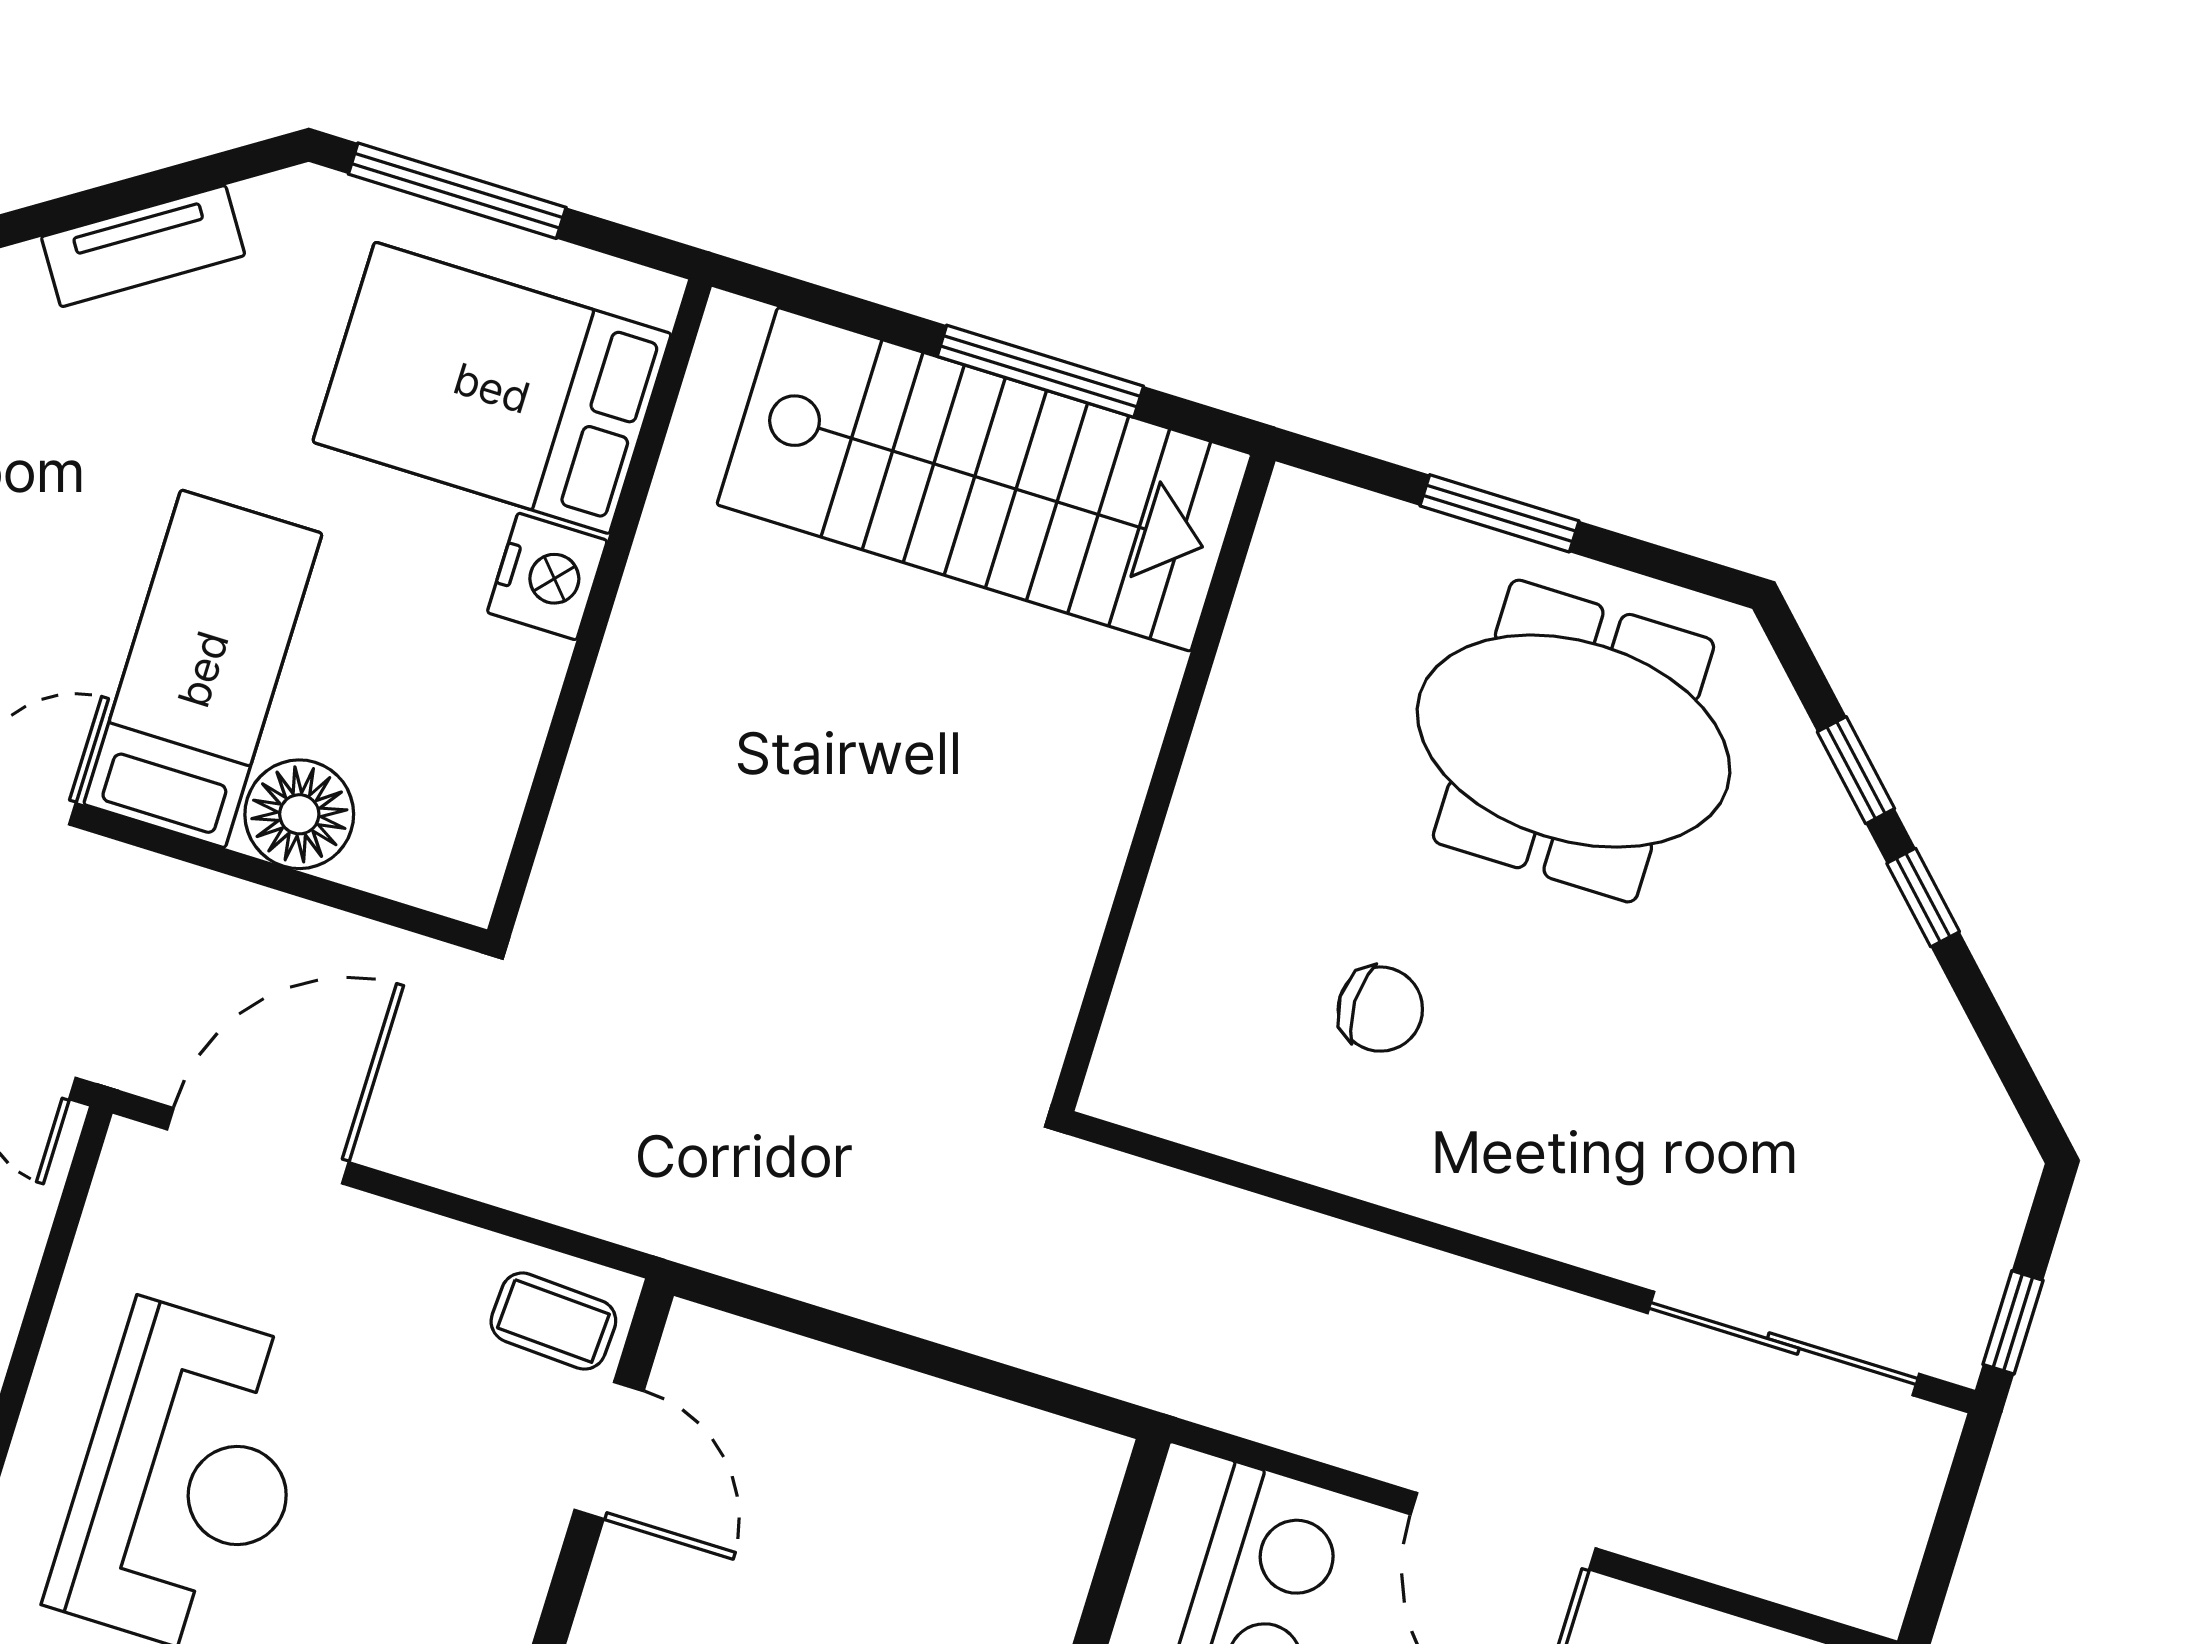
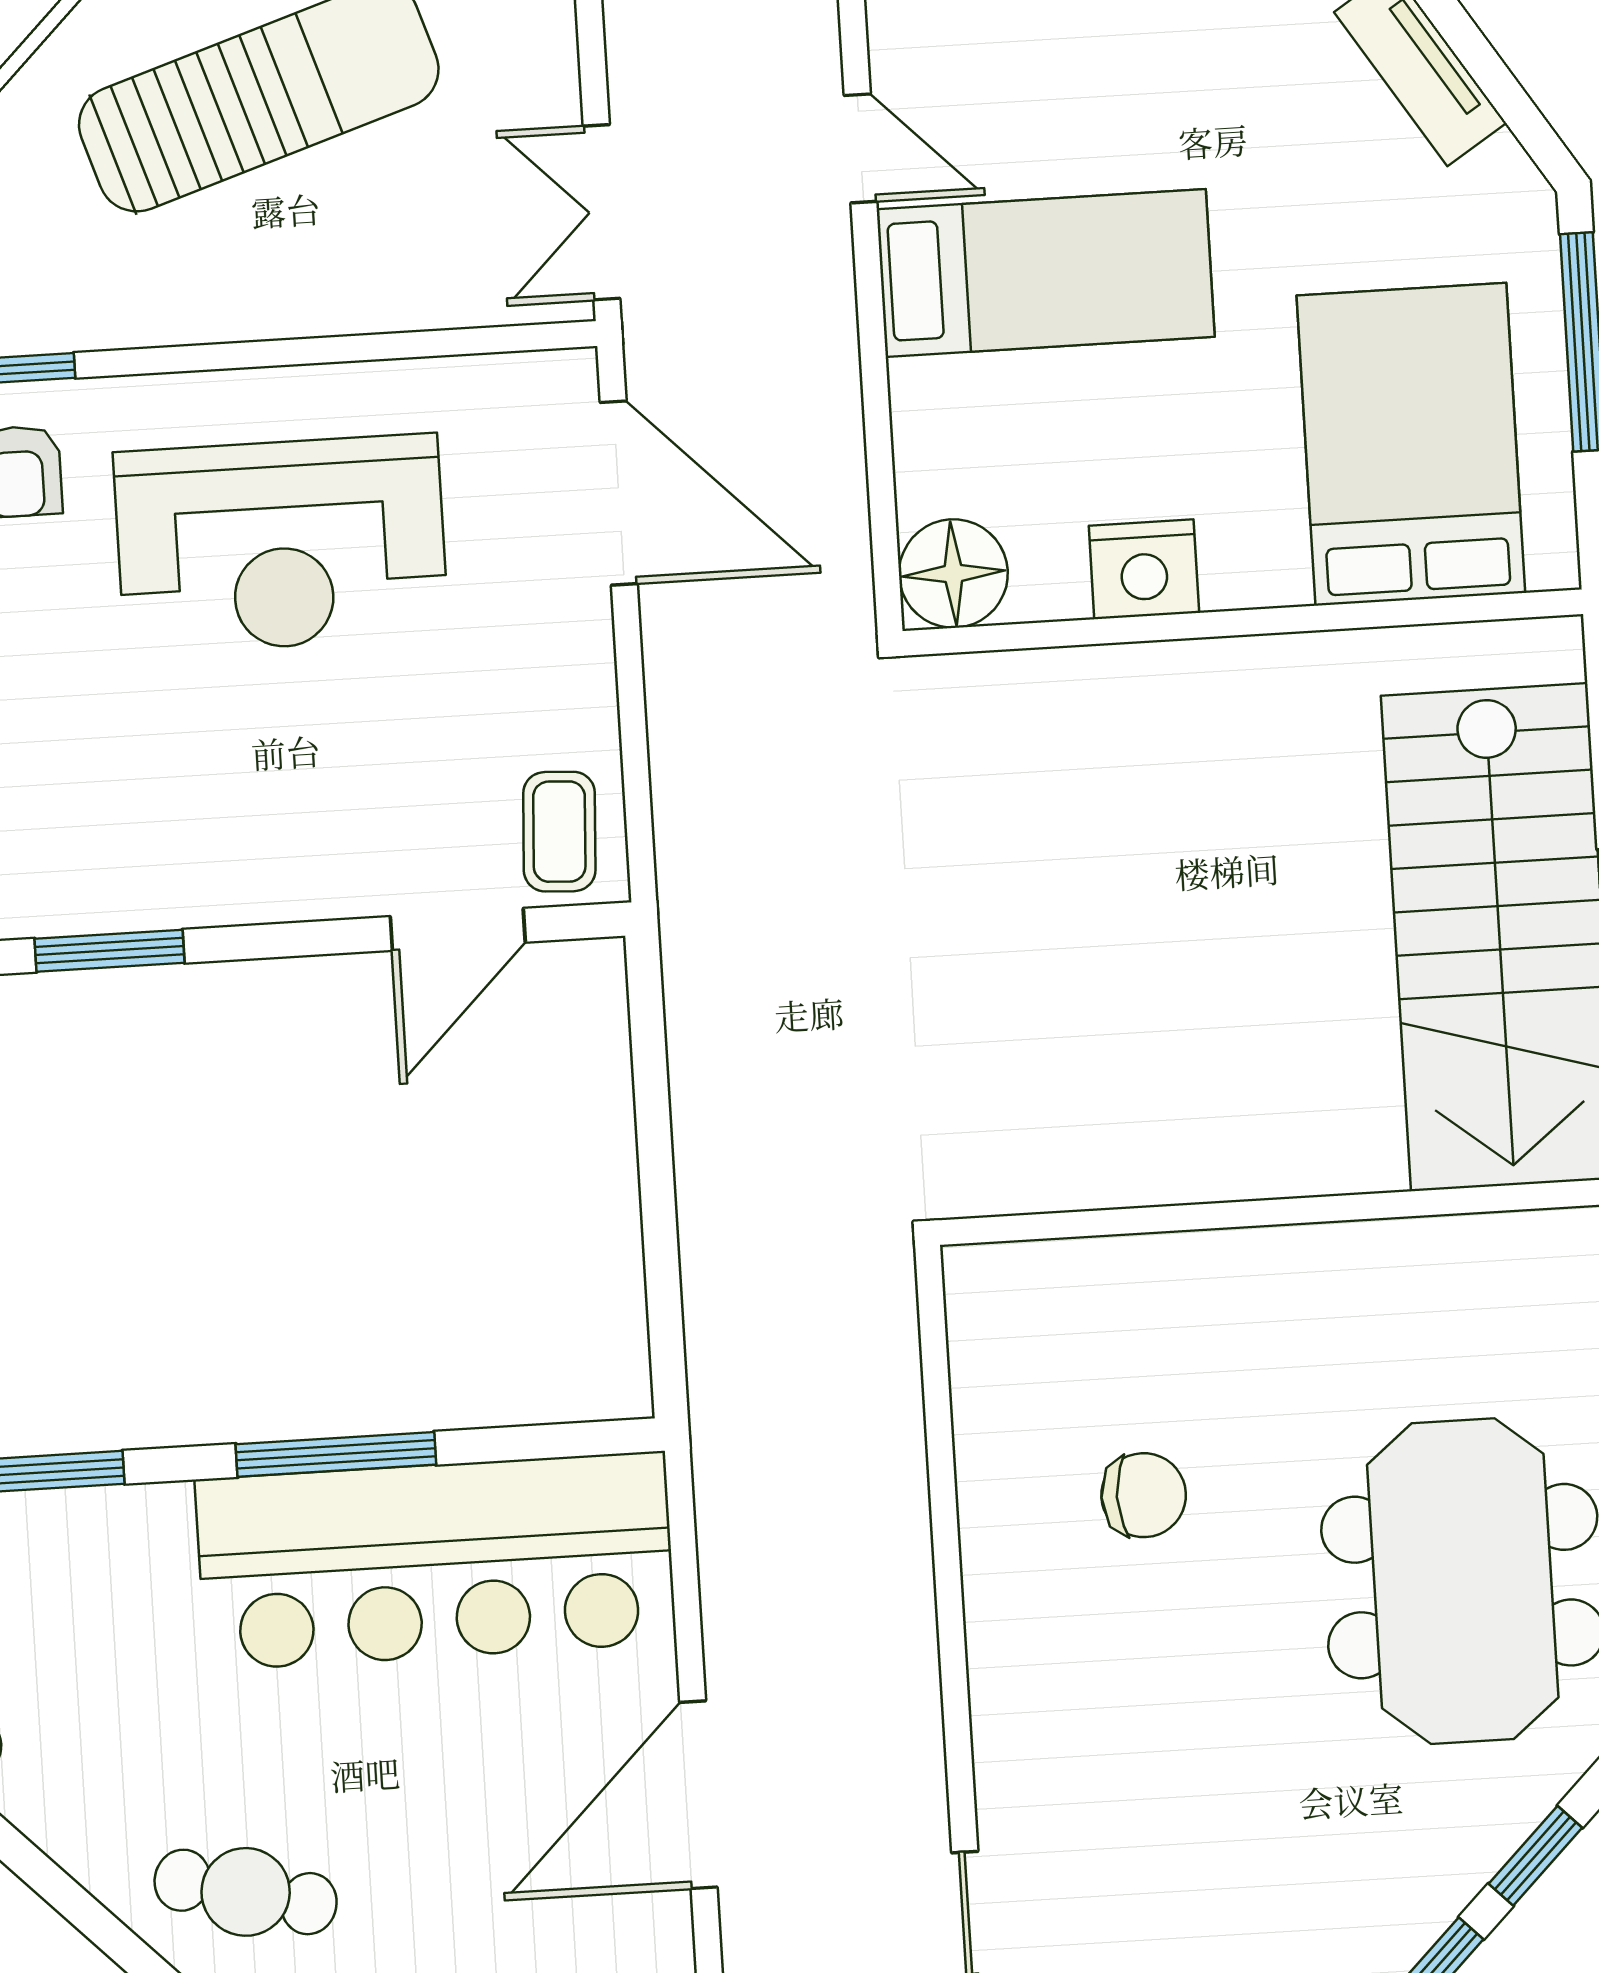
nightstand: (547, 576) -> (1144, 569), moved
floor lamp: (299, 814) -> (953, 573), moved
chair: (1380, 1009) -> (1144, 1495), turned -90

